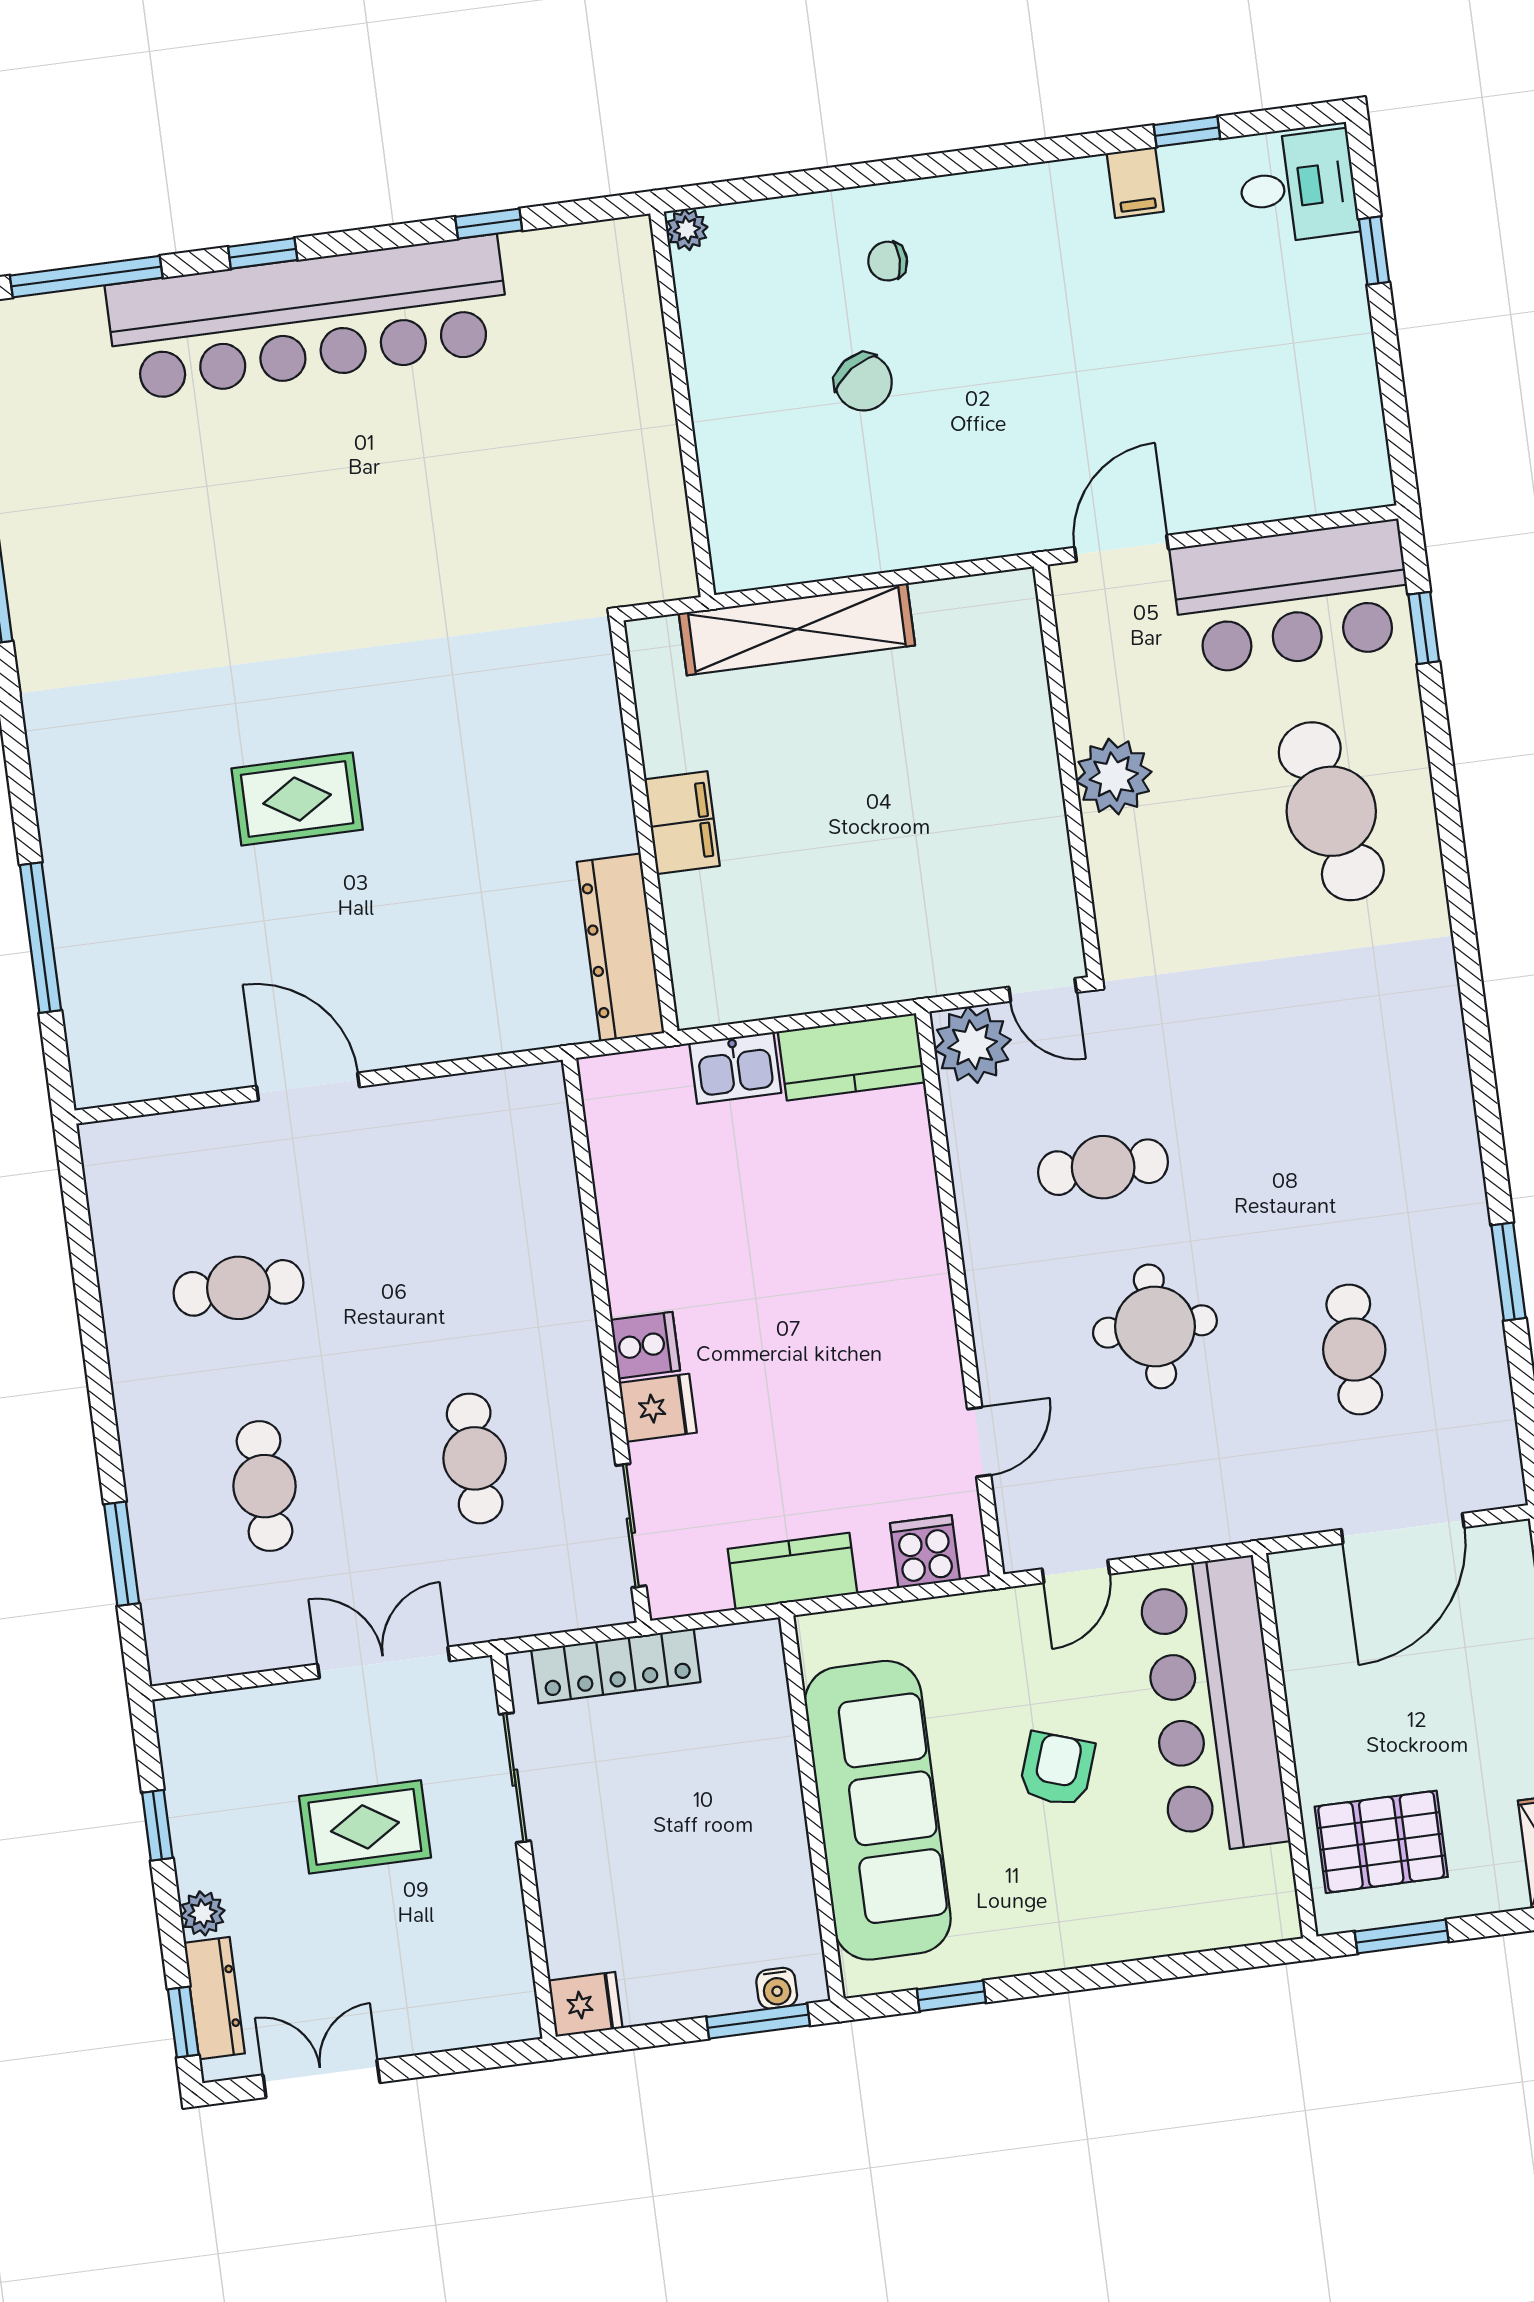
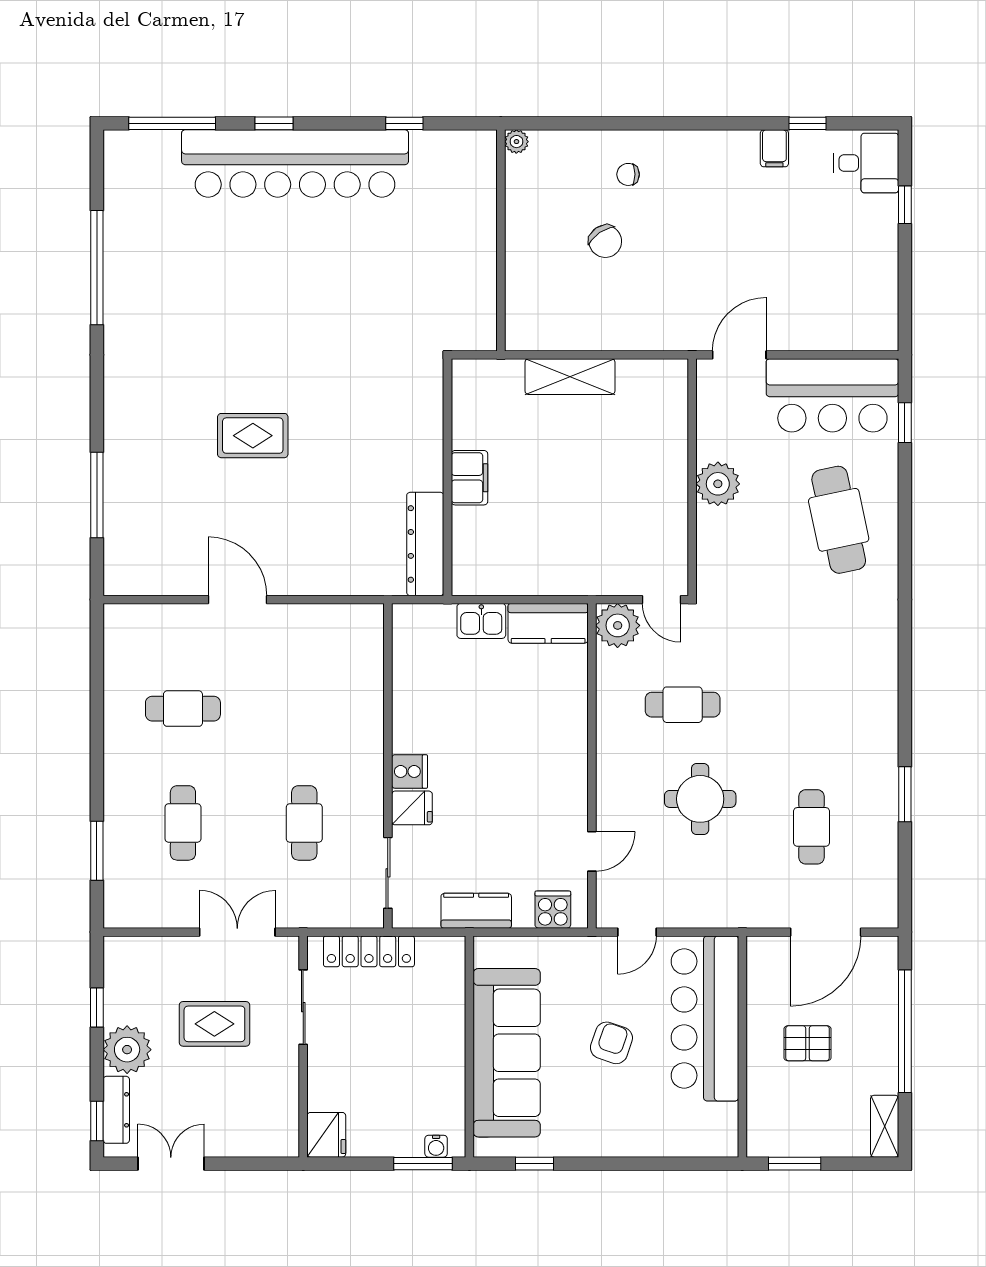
shelving: (797, 629) -> (570, 377), width x0.68
pallet: (1381, 1842) -> (808, 1043), moved, width x0.67, depth x0.71
plant: (203, 1913) -> (127, 1050), width x1.87, depth x1.87
fridge: (585, 2004) -> (326, 1135), width x1.38

